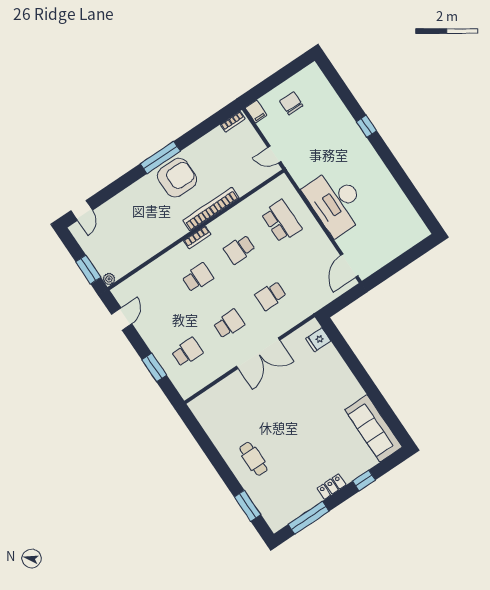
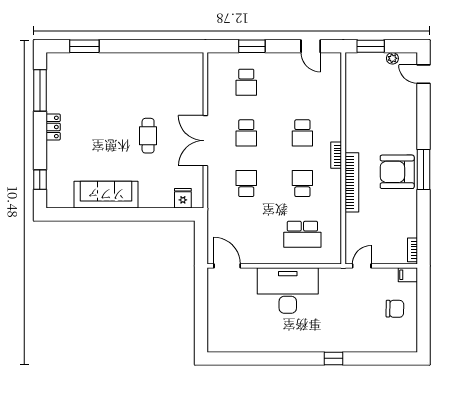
armchair: (177, 178) -> (397, 172), turned 90
plant: (109, 279) -> (392, 58), moved
sofa: (373, 428) -> (106, 195), moved
cafe table: (253, 459) -> (148, 136), moved, turned 90
window: (364, 480) -> (40, 180), moved

